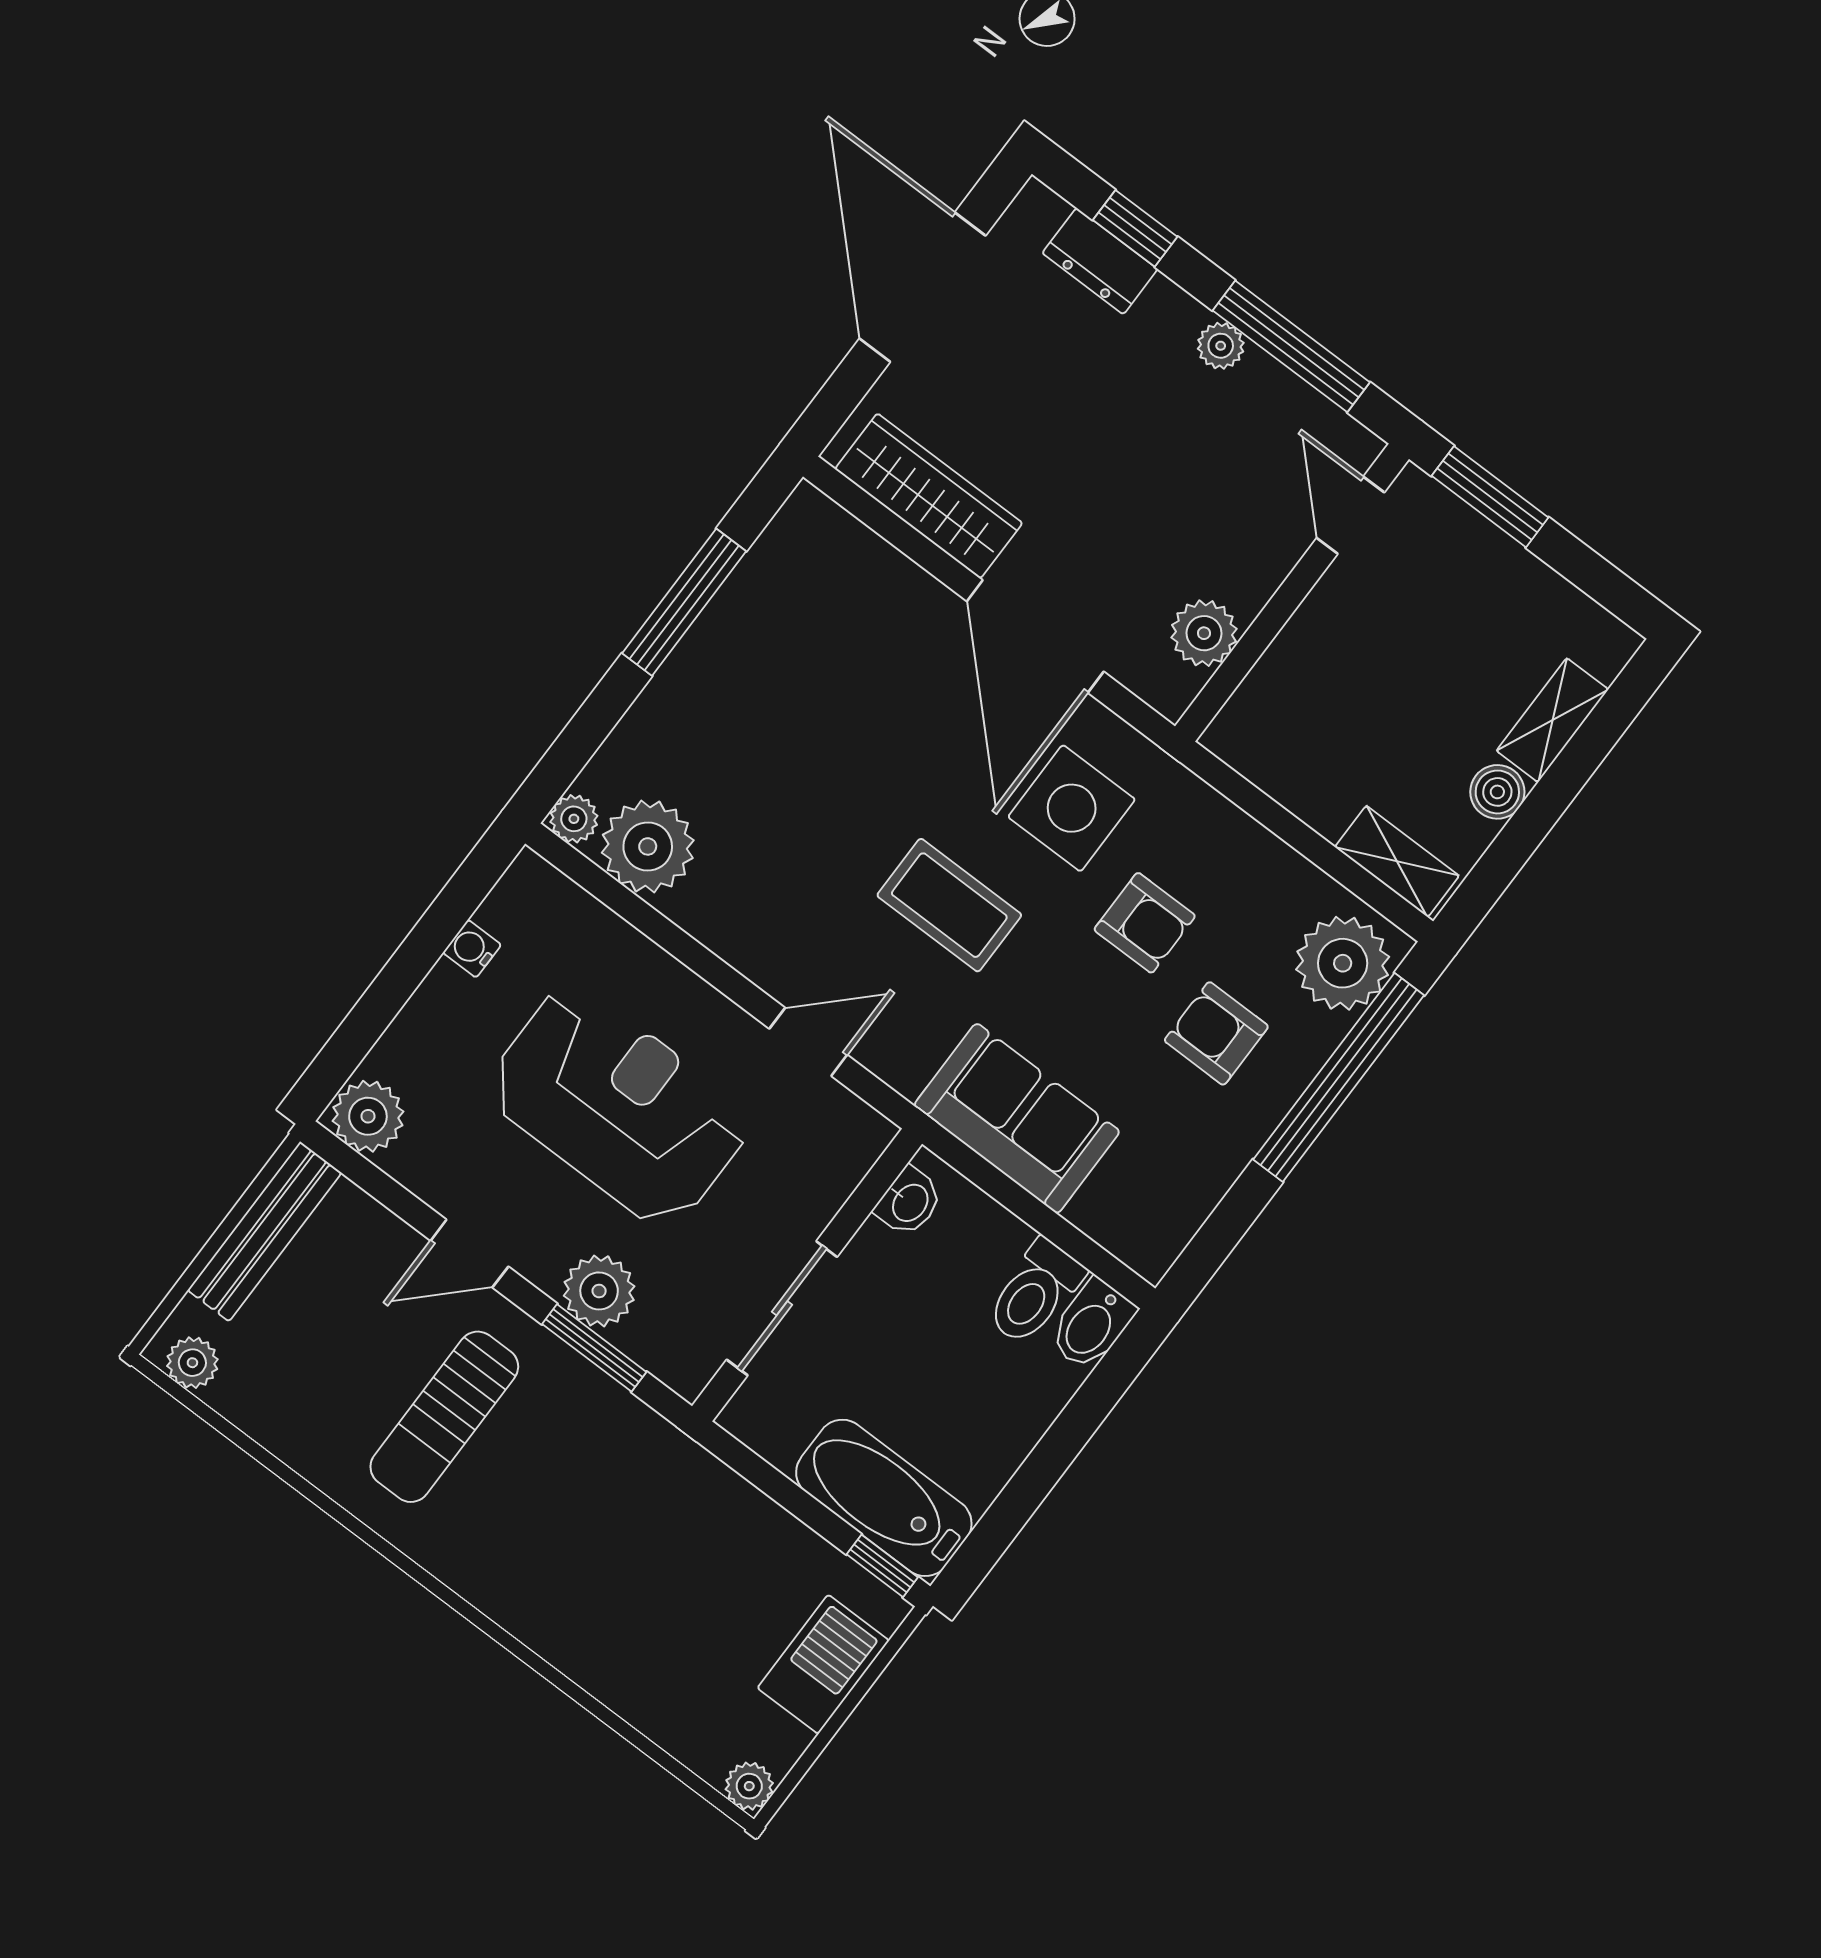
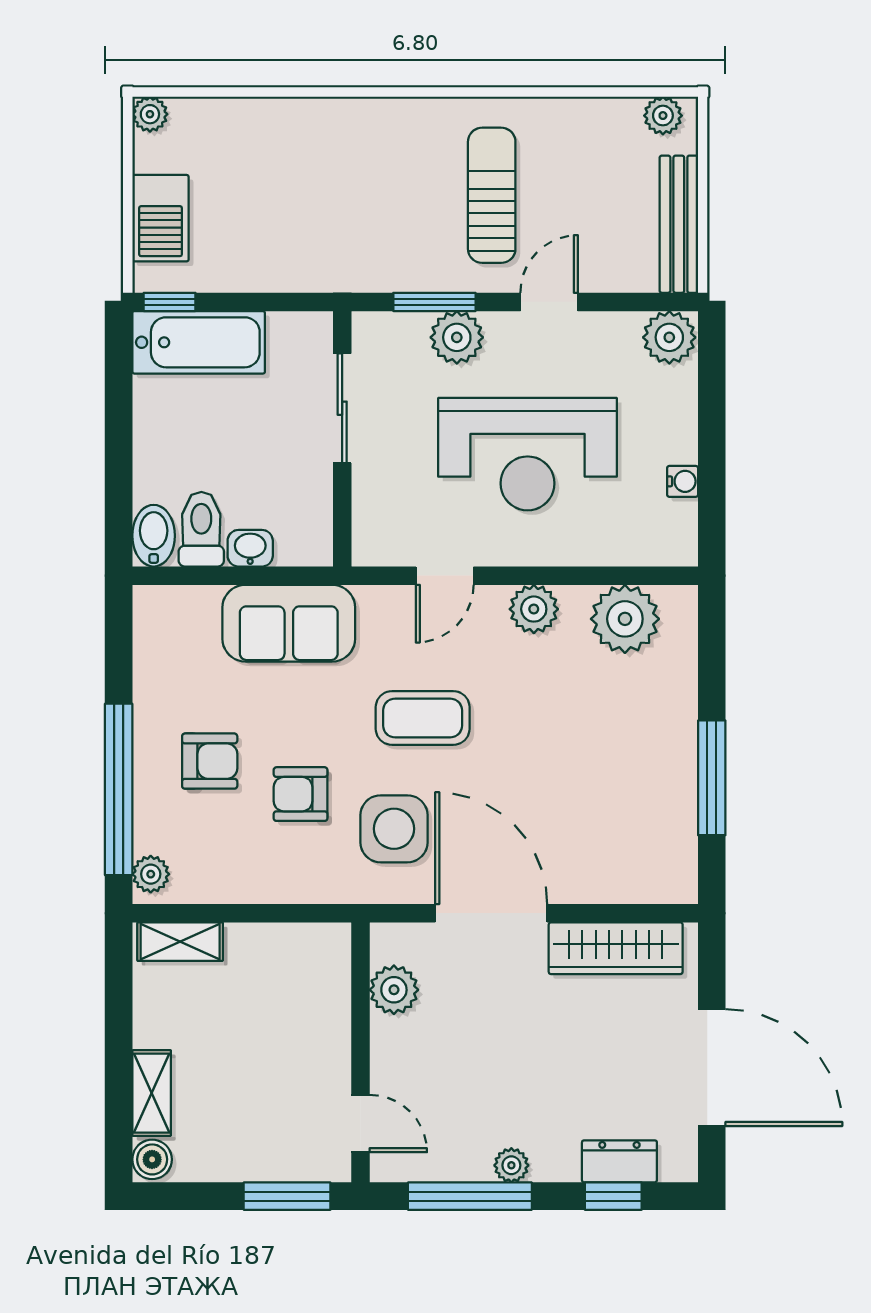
boiler: (1497, 792) -> (152, 1159), moved
plant: (574, 819) -> (534, 609), moved, width x1.38, depth x1.38
plant: (1343, 963) -> (151, 874), width x0.53, depth x0.53
washbasin: (909, 1202) -> (250, 548), moved, turned 90

